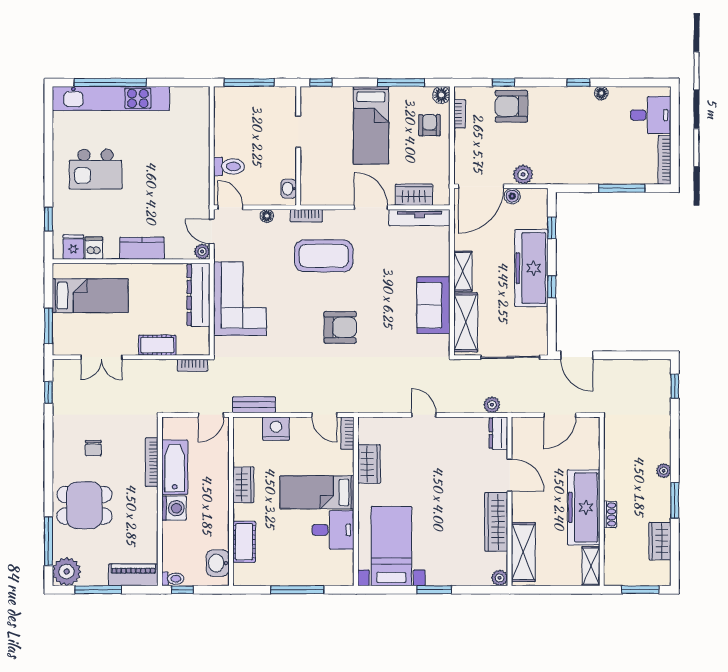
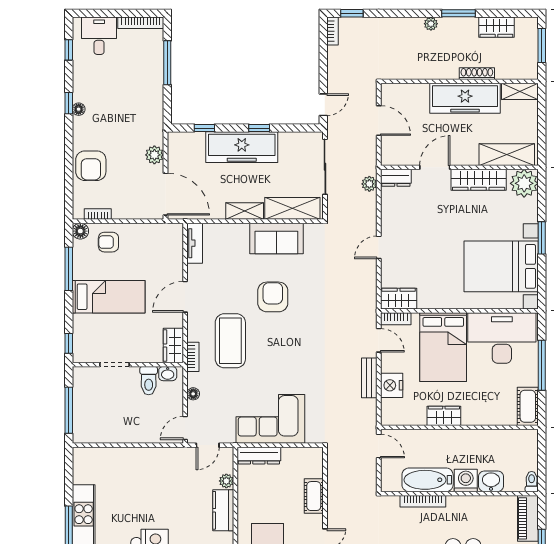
window: (504, 83) -> (69, 50), moved
floor lamp: (601, 93) -> (79, 109), moved
toilet: (229, 166) -> (149, 381), moved, turned 180
wardrobe: (414, 195) -> (173, 346), moved
boiler: (512, 196) -> (175, 165), removed
tv unit: (419, 218) -> (195, 243), width x0.71
plant: (202, 252) -> (226, 481), moved
dresser: (198, 295) -> (259, 456), width x0.73, depth x0.80
armchair: (340, 327) -> (273, 297), moved
door: (577, 355) -> (323, 105), width x0.73
bookcase: (192, 365) -> (332, 31), moved
bench: (254, 405) -> (369, 378), moved
door: (324, 415) -> (379, 340), hinge flipped
wardrobe: (369, 464) -> (399, 299), moved
bed: (317, 492) -> (443, 347), width x1.50
shoe rack: (610, 514) -> (477, 74), width x1.43
desk: (333, 530) -> (502, 338), width x1.87, depth x1.30
cot: (244, 542) -> (528, 406), moved, turned 90
bed with nightstands: (391, 546) -> (501, 266), width x1.36
washbasin: (218, 563) -> (491, 481), moved, turned 180
plant: (500, 578) -> (524, 183), width x1.88, depth x1.88
window: (182, 590) -> (542, 473), removed

